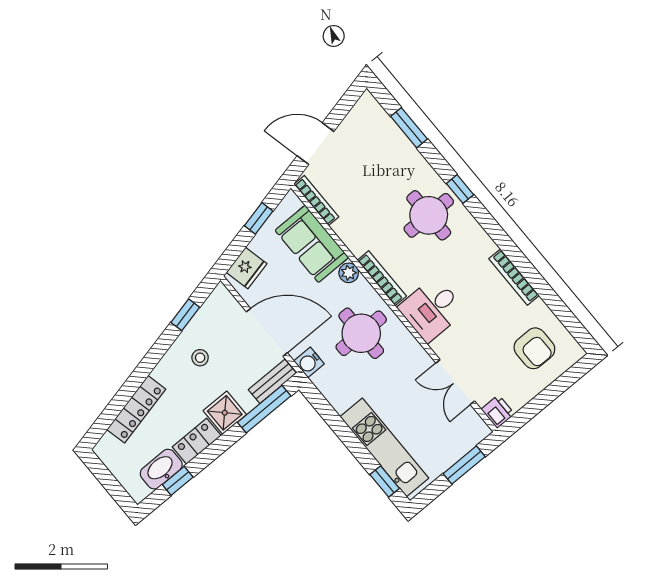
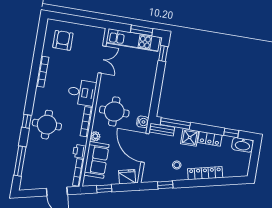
window: (409, 128) -> (20, 161), width x1.44
locker: (136, 409) -> (205, 173), moved
printer: (498, 412) -> (79, 151), moved
kitchen unit: (384, 447) -> (133, 40), moved, turned -90
window: (464, 465) -> (142, 30), moved
washbasin: (161, 469) -> (243, 145), moved

